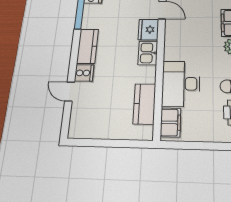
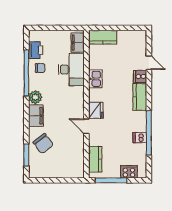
kitchen sink: (148, 53) -> (95, 79), moved
kitchen counter: (144, 104) -> (103, 37), moved, turned 90

